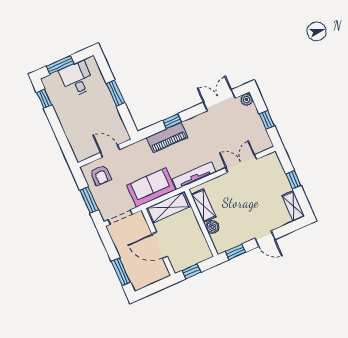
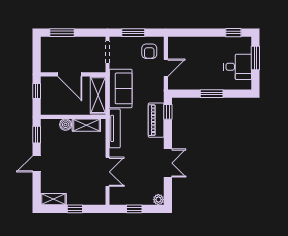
double door: (219, 100) -> (168, 163), moved
window: (172, 121) -> (168, 112), moved
armchair: (101, 175) -> (149, 51), turned -90
door: (160, 245) -> (70, 74), swing flipped

